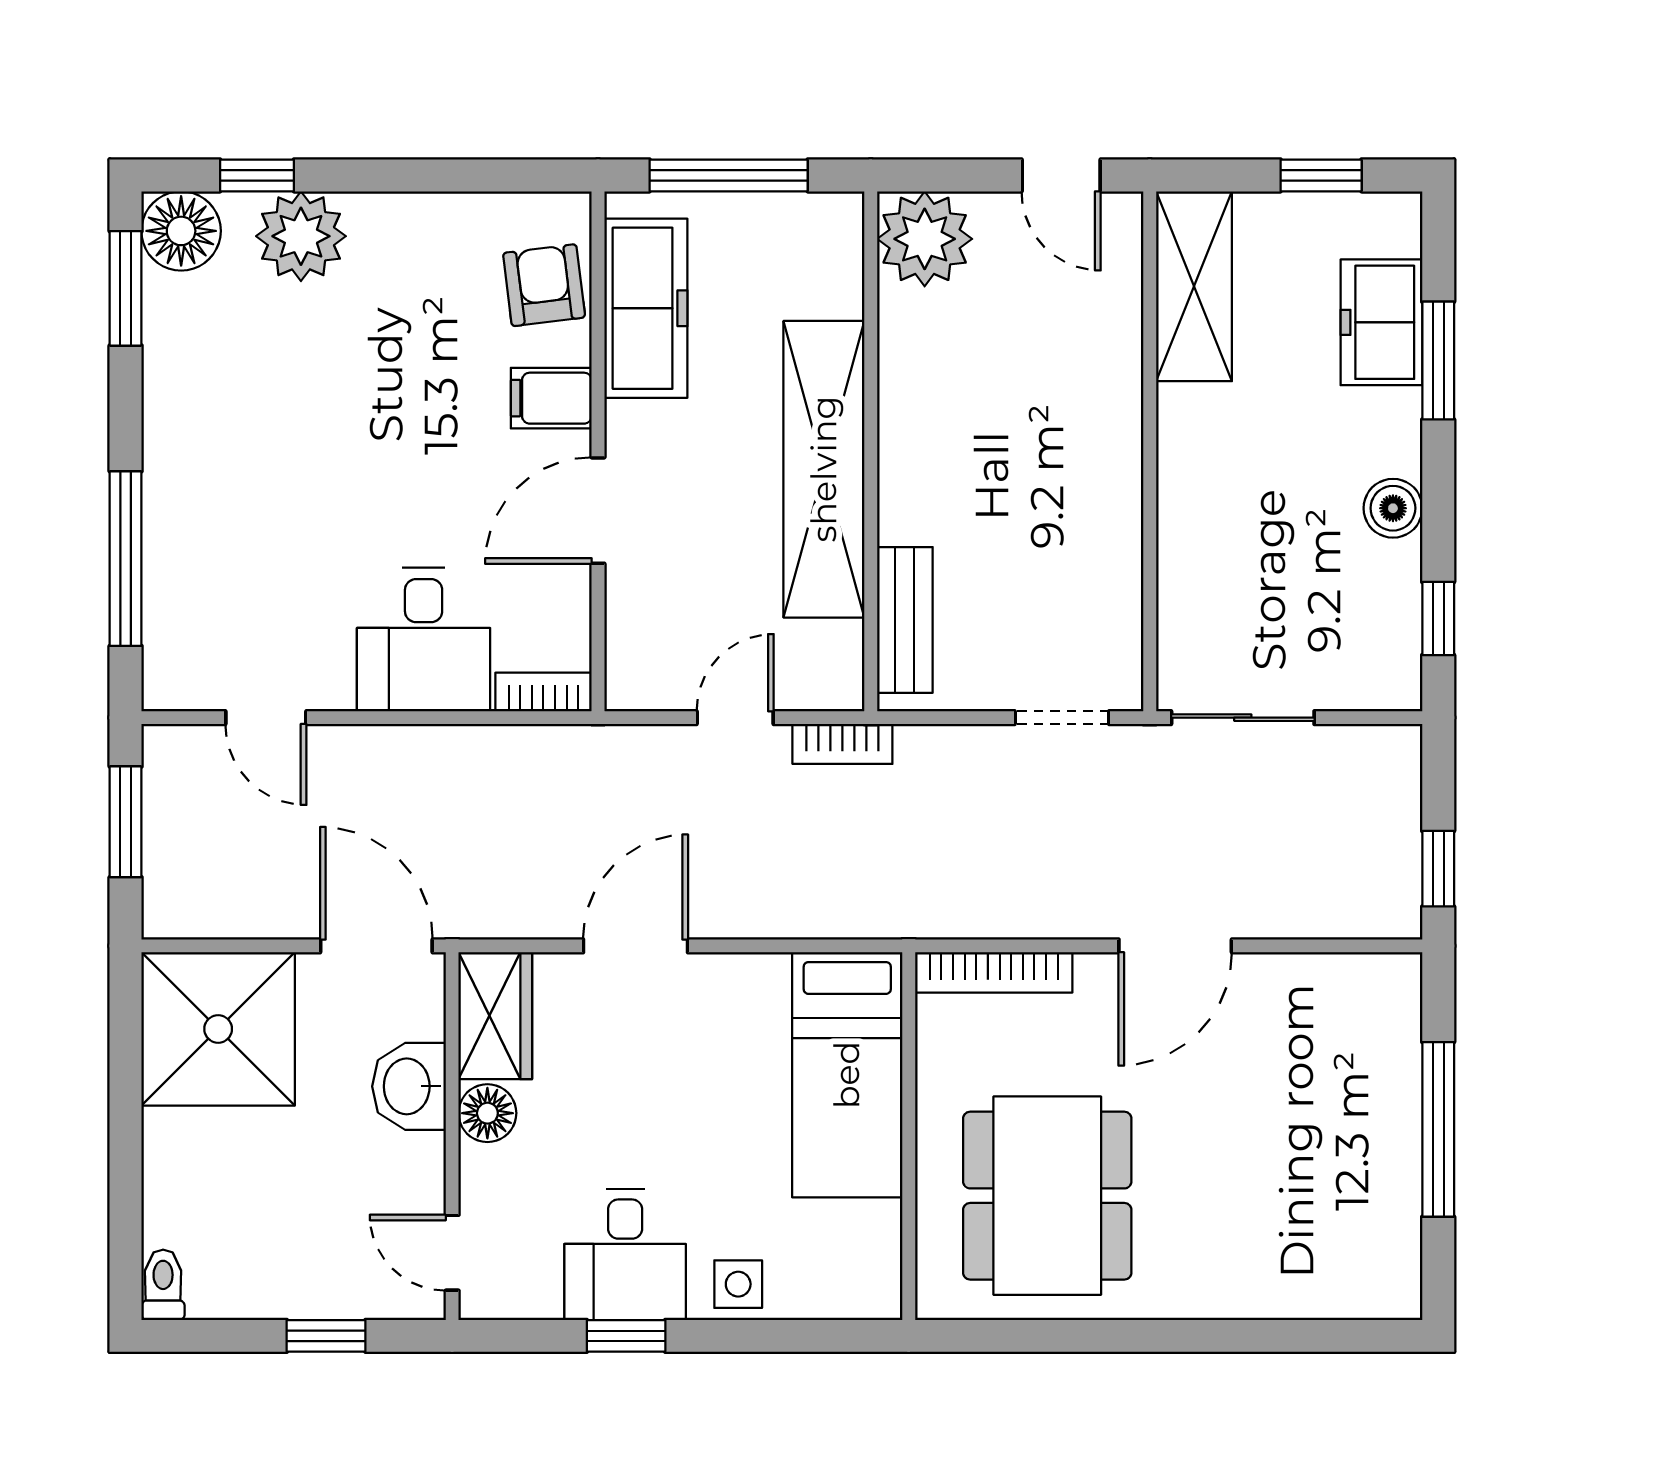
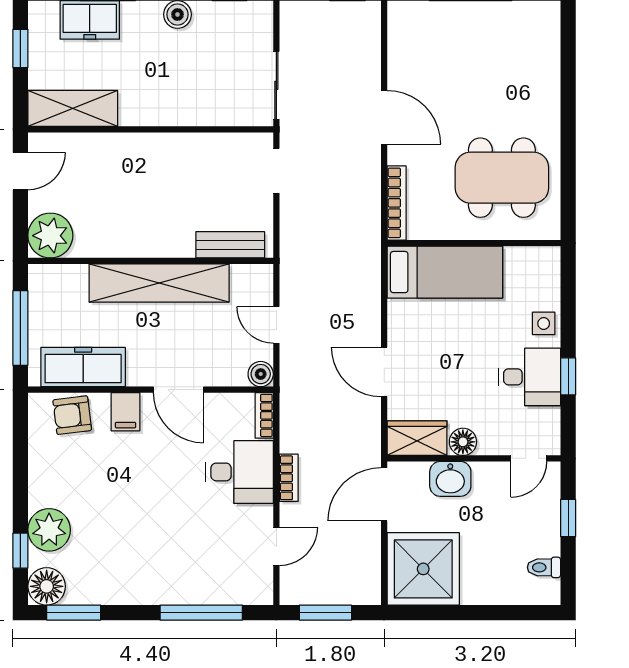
boiler: (631, 685) -> (261, 374), added
bookcase: (842, 744) -> (289, 478), moved
toilet: (163, 1285) -> (544, 567), moved

